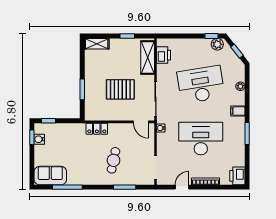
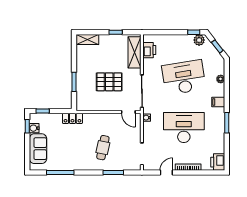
locker: (97, 129) -> (72, 118), moved
sofa: (50, 176) -> (38, 149), moved, turned 90

